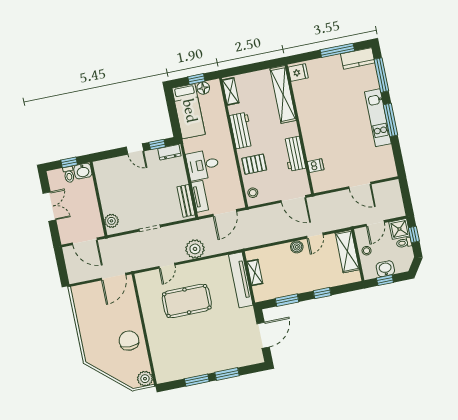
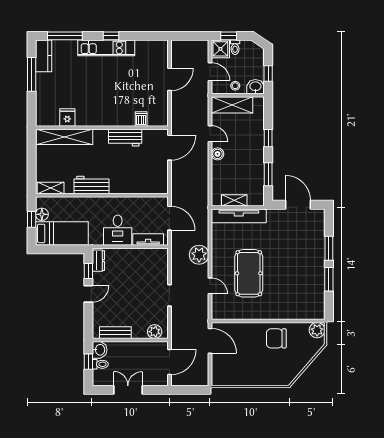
fridge: (298, 73) -> (67, 118), moved
window: (391, 120) -> (111, 36), width x0.46
pallet: (254, 164) -> (127, 179), removed
stool: (253, 193) -> (155, 186), removed
bench: (186, 201) -> (115, 333), moved
washbasin: (385, 269) -> (255, 87), moved, turned 90

